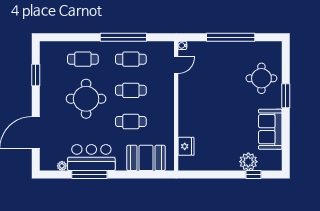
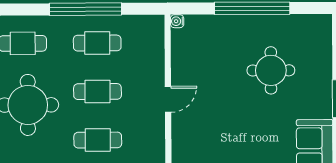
door: (176, 65) -> (168, 99), moved
round table: (261, 78) -> (271, 70), moved

